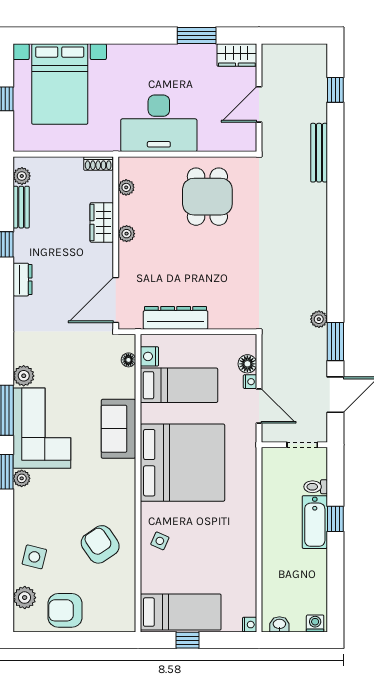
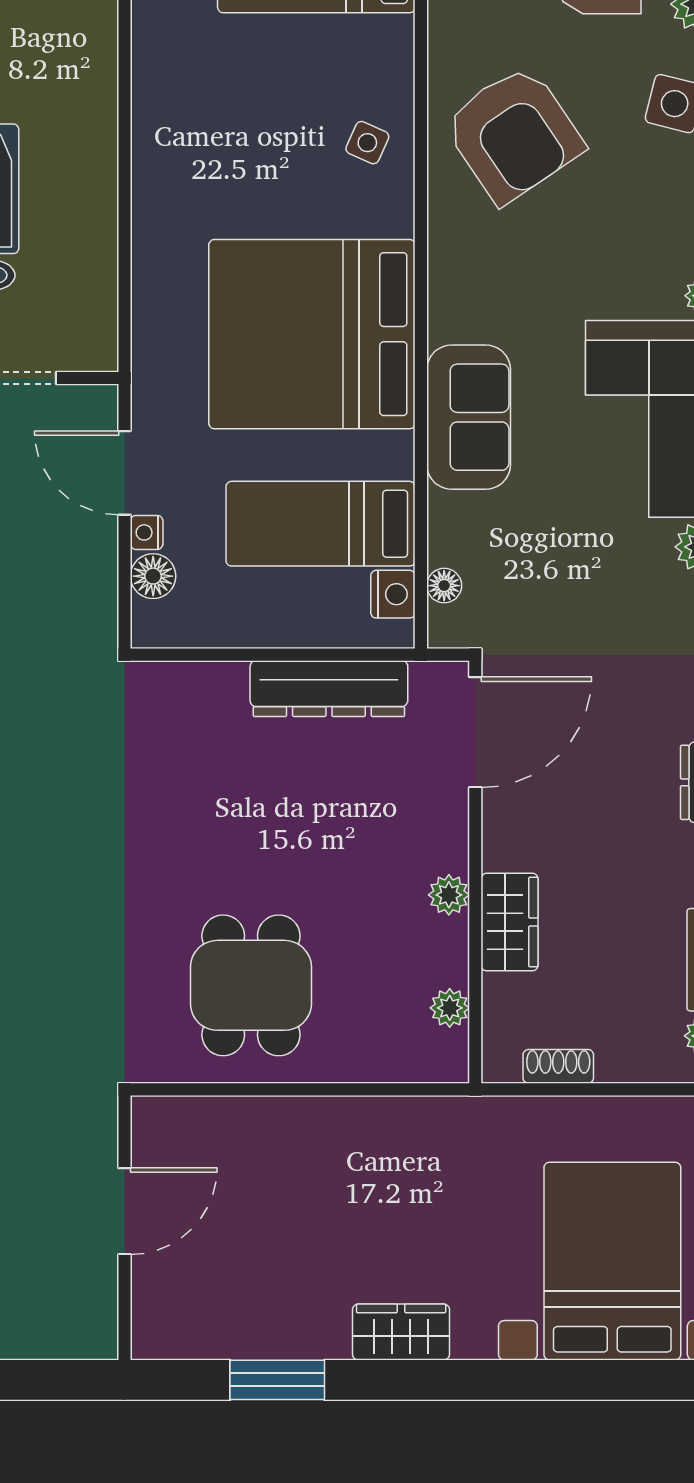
wardrobe: (237, 55) -> (401, 1332), moved
desk: (159, 123) -> (370, 1165), removed
shoe rack: (98, 164) -> (558, 1066), moved
armchair: (100, 544) -> (513, 134), width x1.36, depth x1.36

